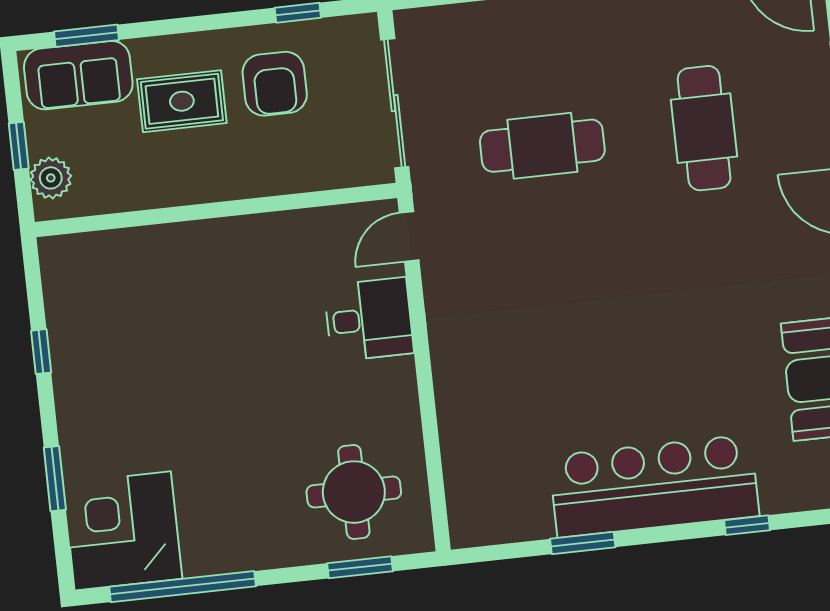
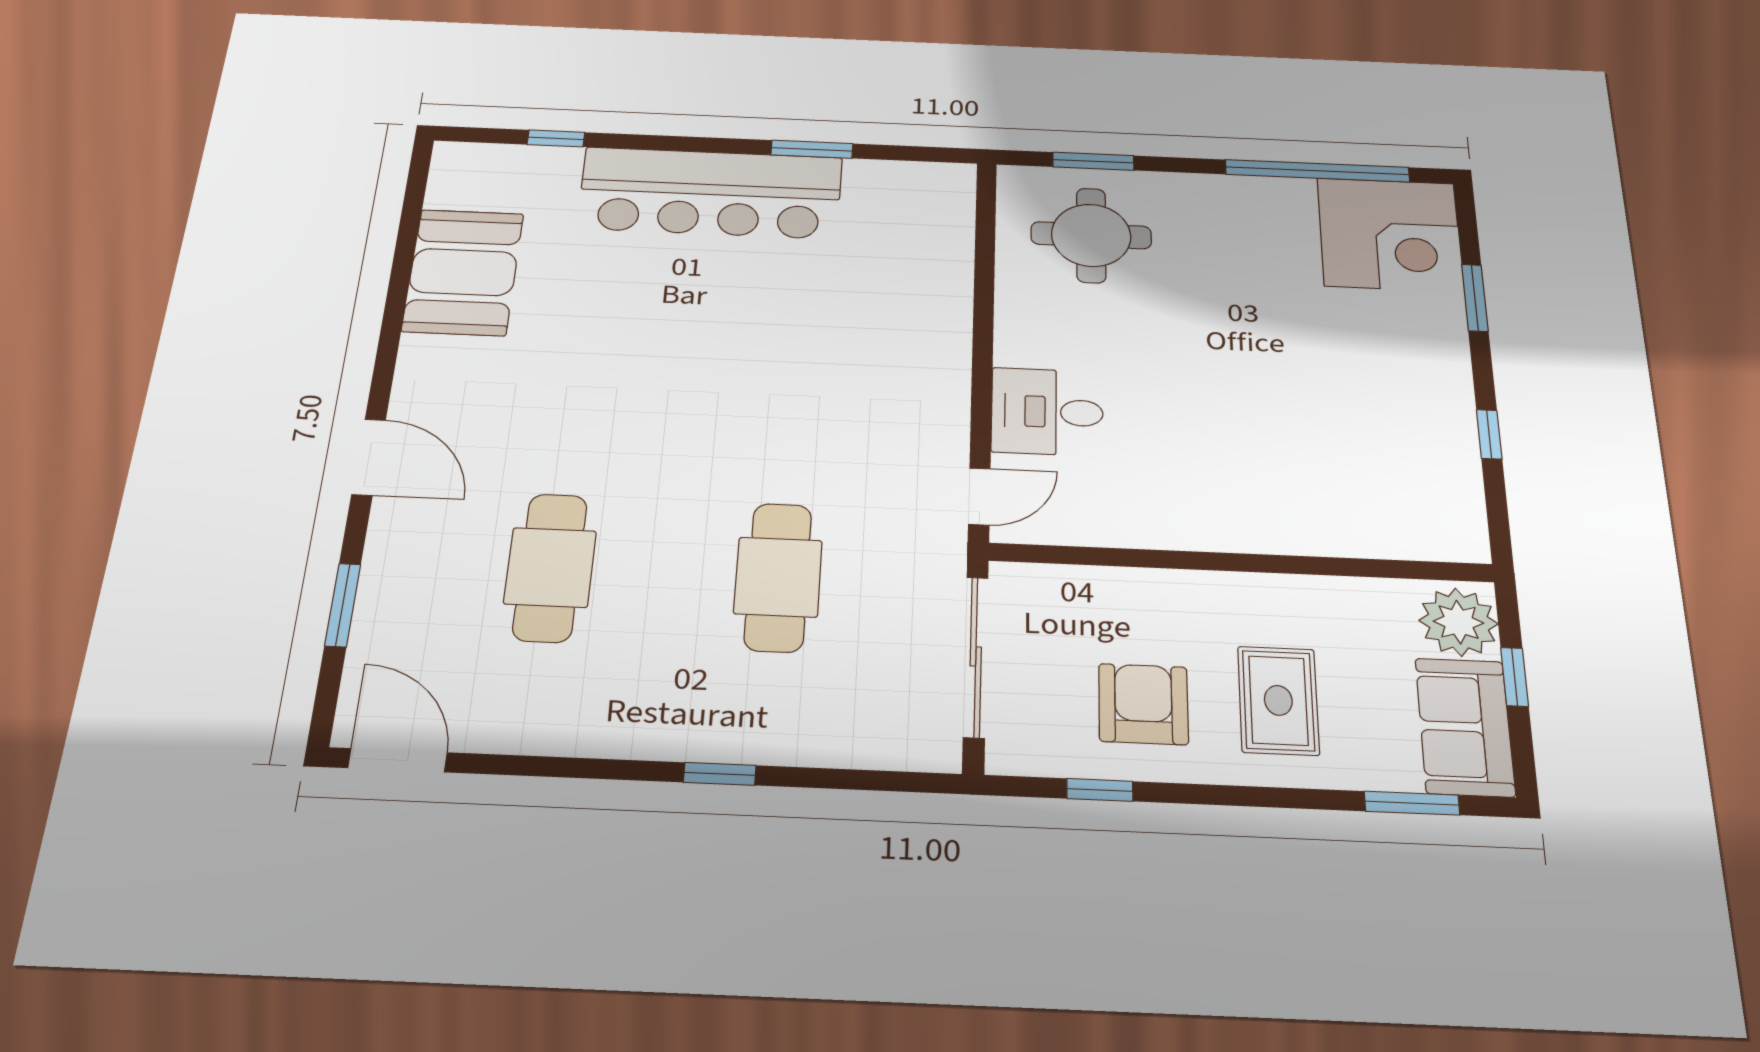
sofa: (78, 75) -> (1465, 727), moved, turned -90
rug: (182, 101) -> (1278, 700), turned 90
cafe table: (542, 146) -> (778, 577), turned 90
plant: (51, 178) -> (1459, 622), width x1.36, depth x1.36
window: (747, 525) -> (556, 138), moved

